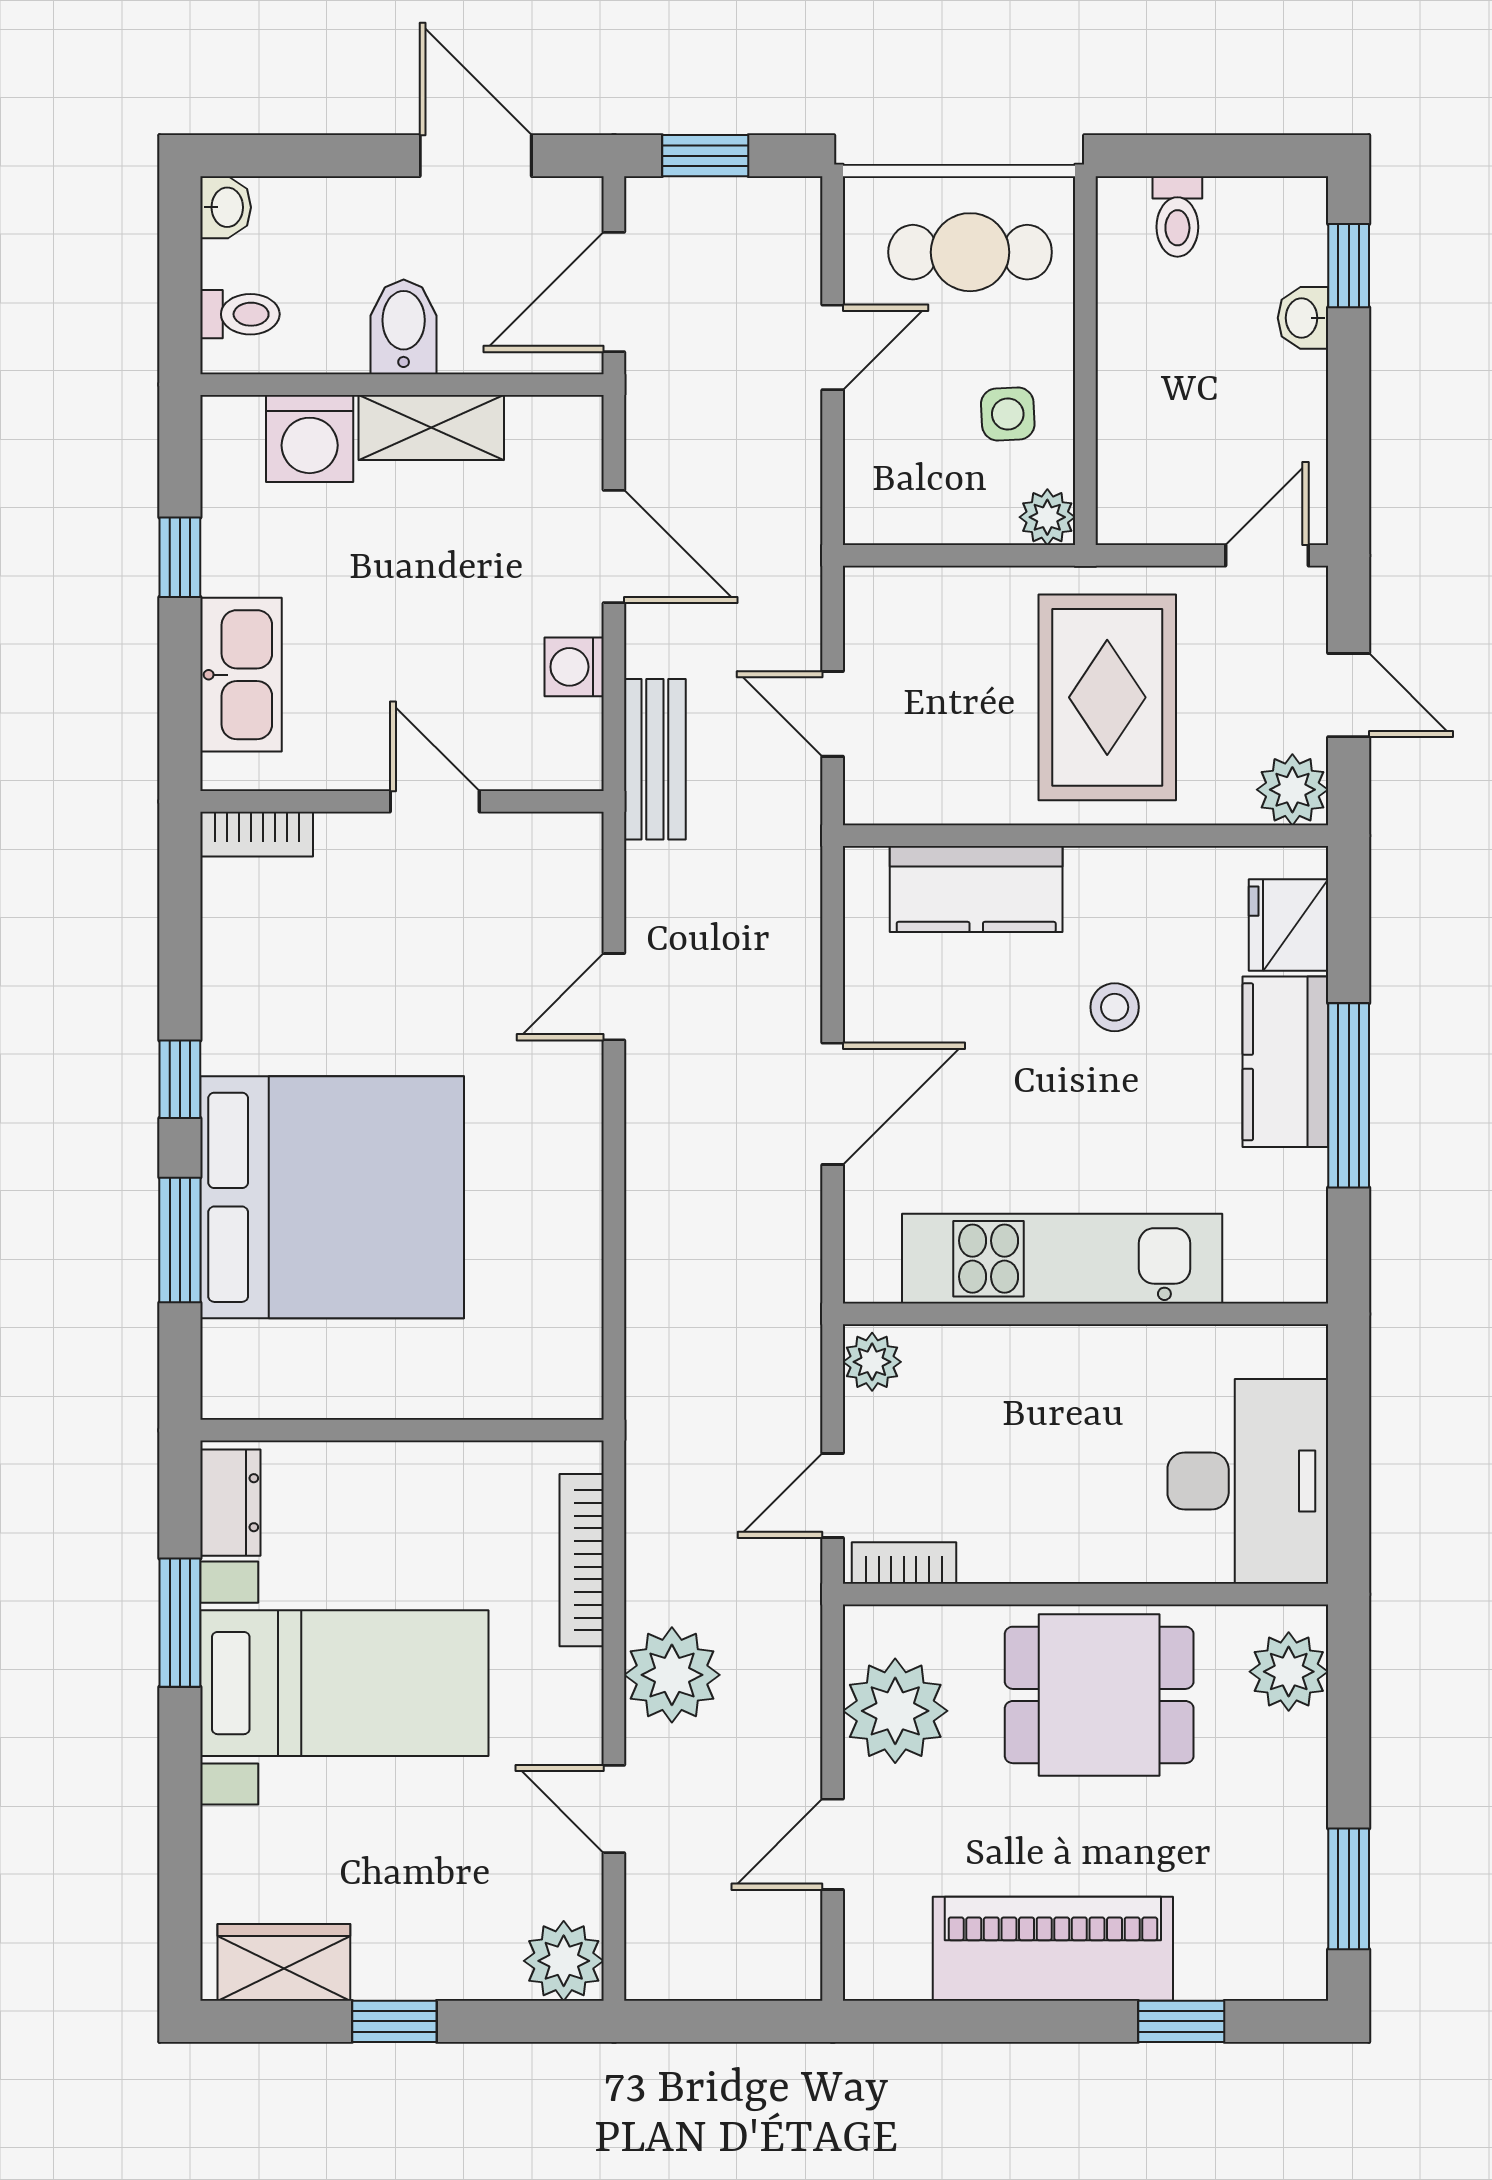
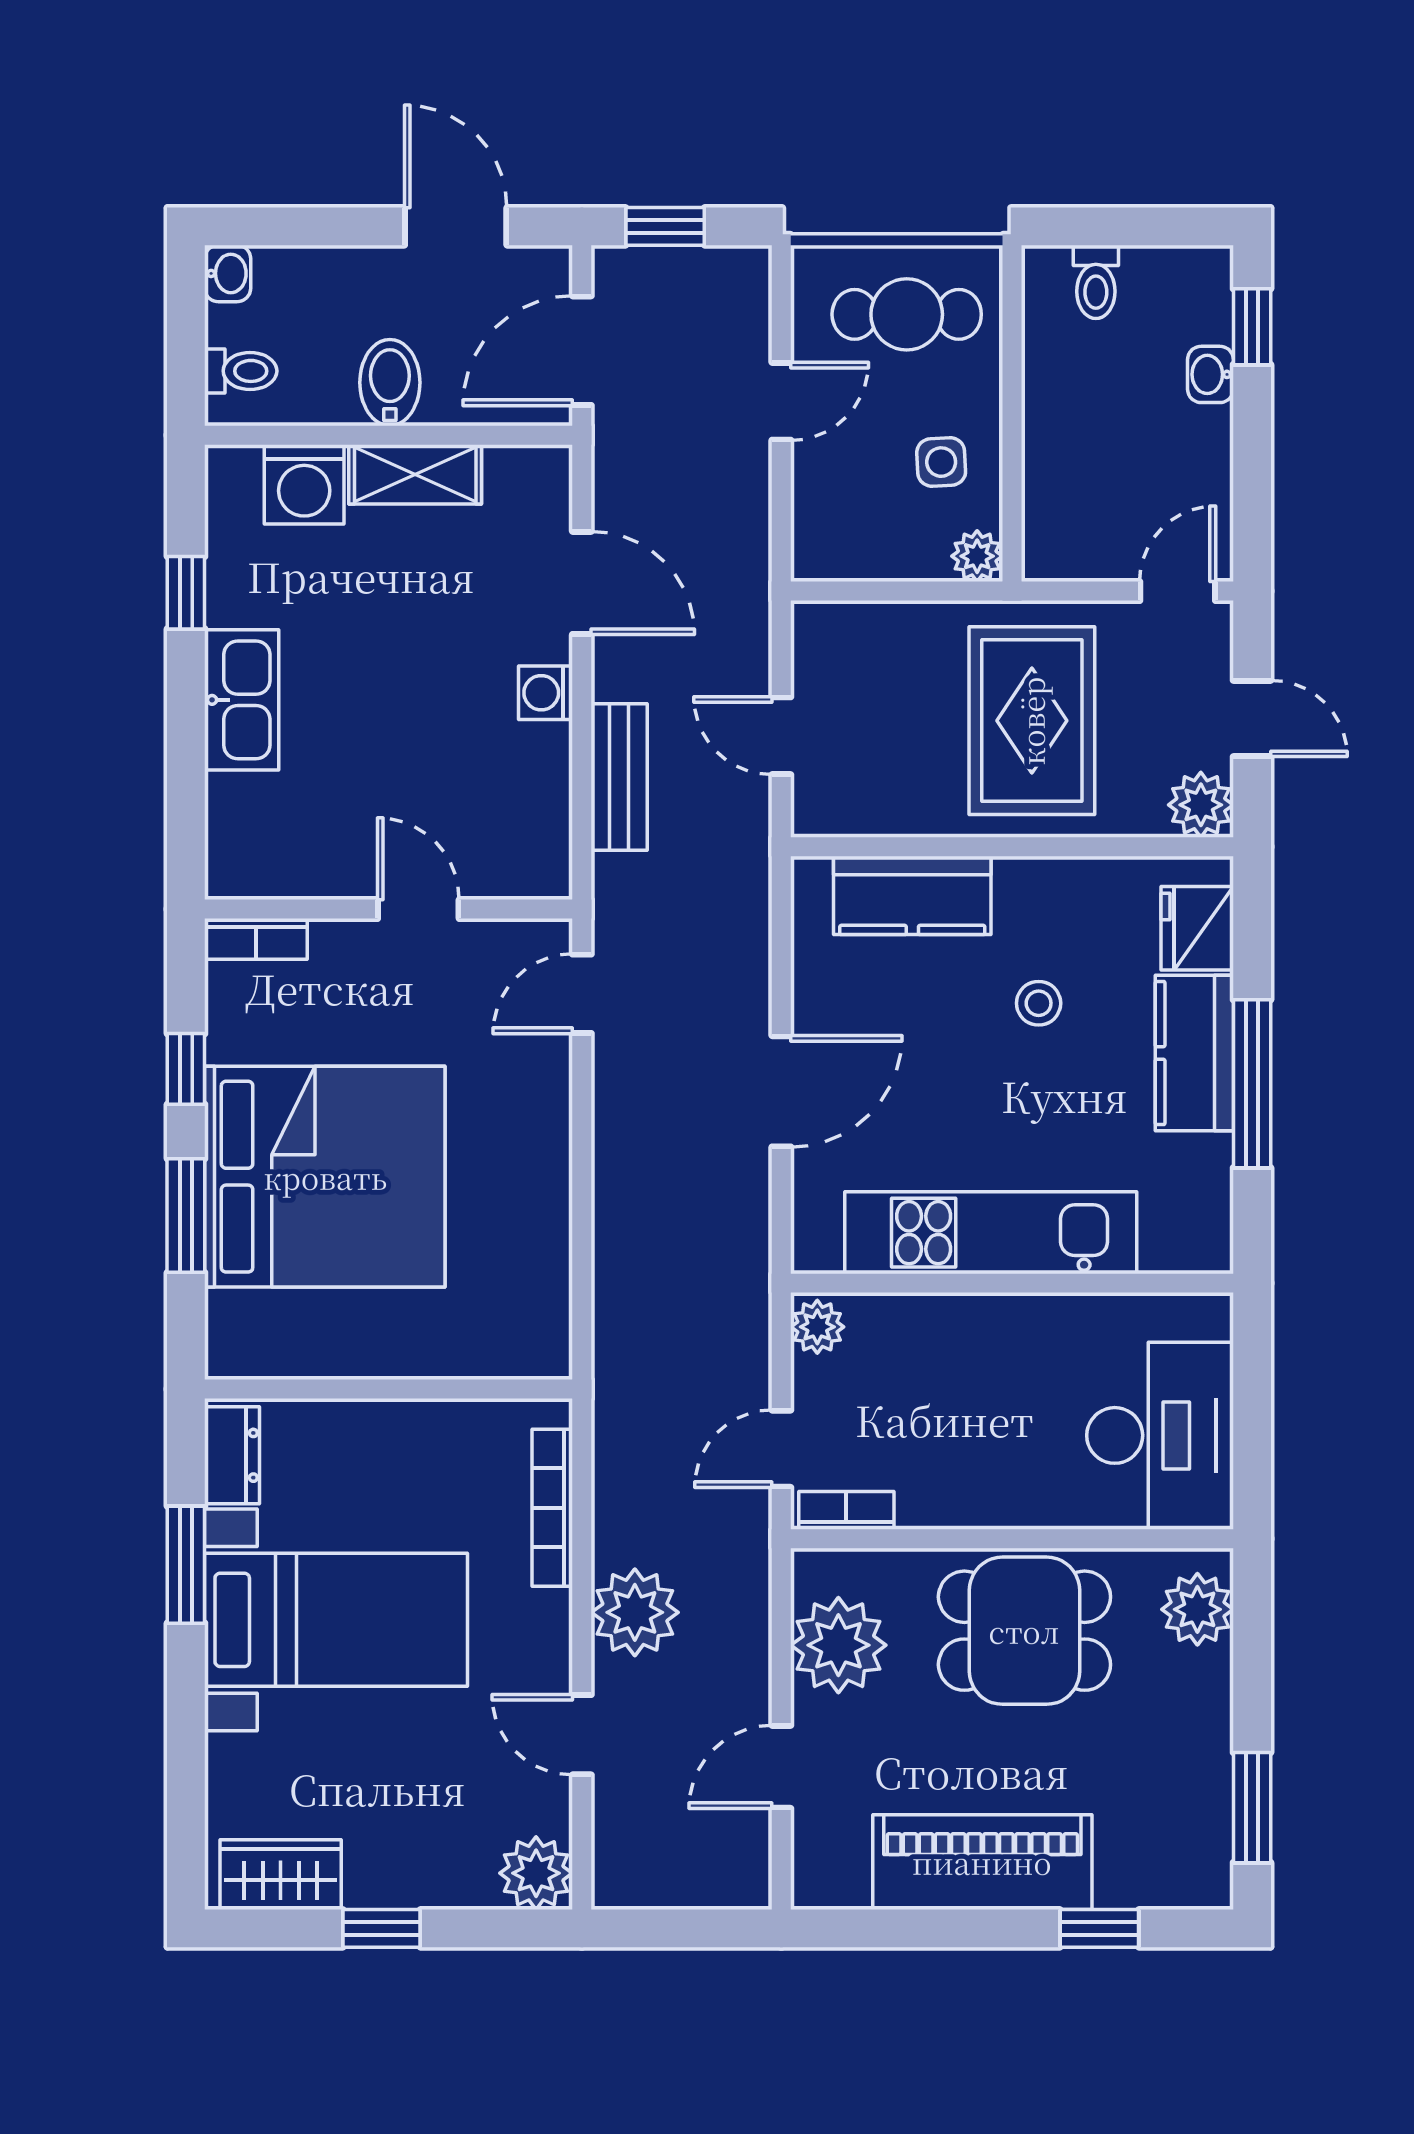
wall: (402, 801) -> (389, 909), moved
door: (435, 801) -> (418, 909), moved
bookcase: (257, 834) -> (256, 939), moved

